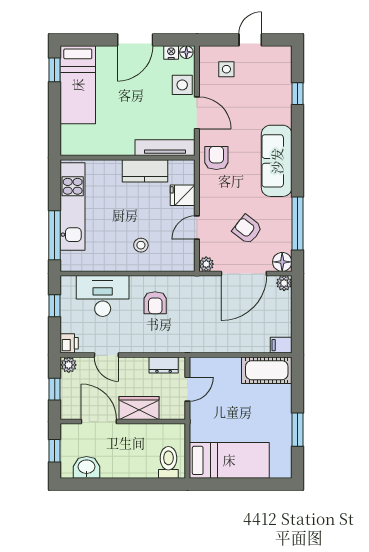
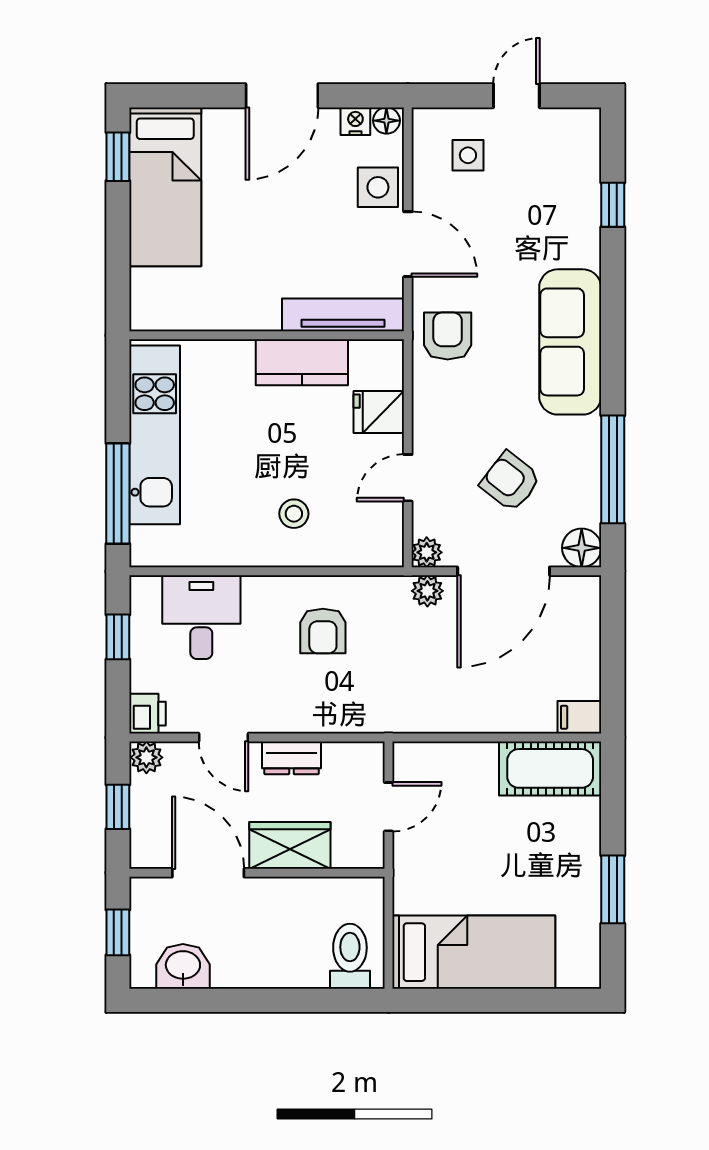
plant: (284, 283) -> (427, 591), moved
desk: (103, 296) -> (201, 617), width x0.73
dresser: (164, 365) -> (292, 758), moved

